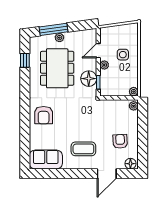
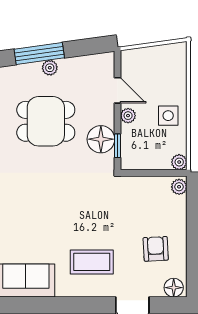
door: (98, 51) -> (118, 90), swing flipped
side table: (123, 55) -> (168, 116), moved
dining table: (57, 68) -> (46, 121), width x0.73
armchair: (44, 115) -> (22, 203), removed

